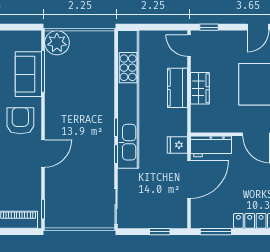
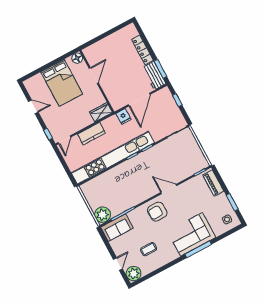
sofa: (28, 74) -> (117, 228), moved
wardrobe: (200, 88) -> (101, 112), moved
workbench: (211, 146) -> (154, 76), moved, turned 180
door: (189, 179) -> (139, 100), swing flipped

